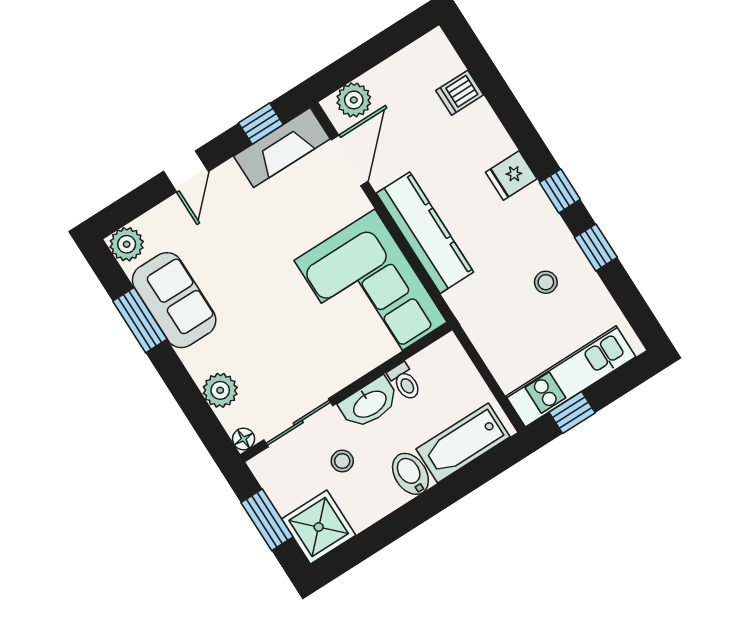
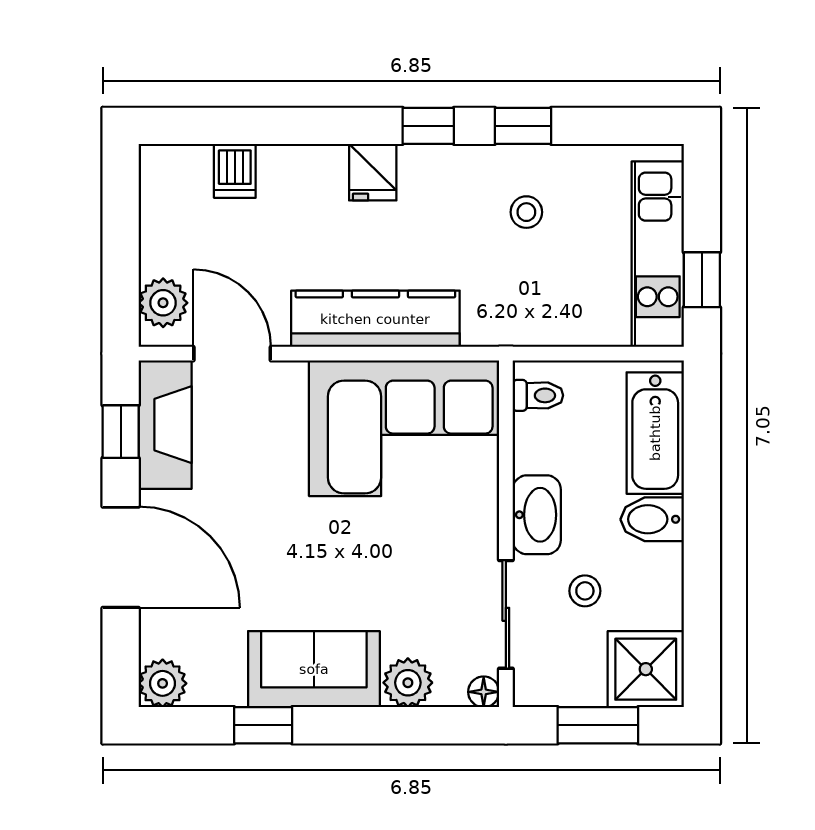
door: (186, 171) -> (121, 557), width x1.88
sofa: (174, 300) -> (314, 669), moved
window: (140, 320) -> (263, 725), width x0.67
toilet: (405, 382) -> (538, 395), moved

